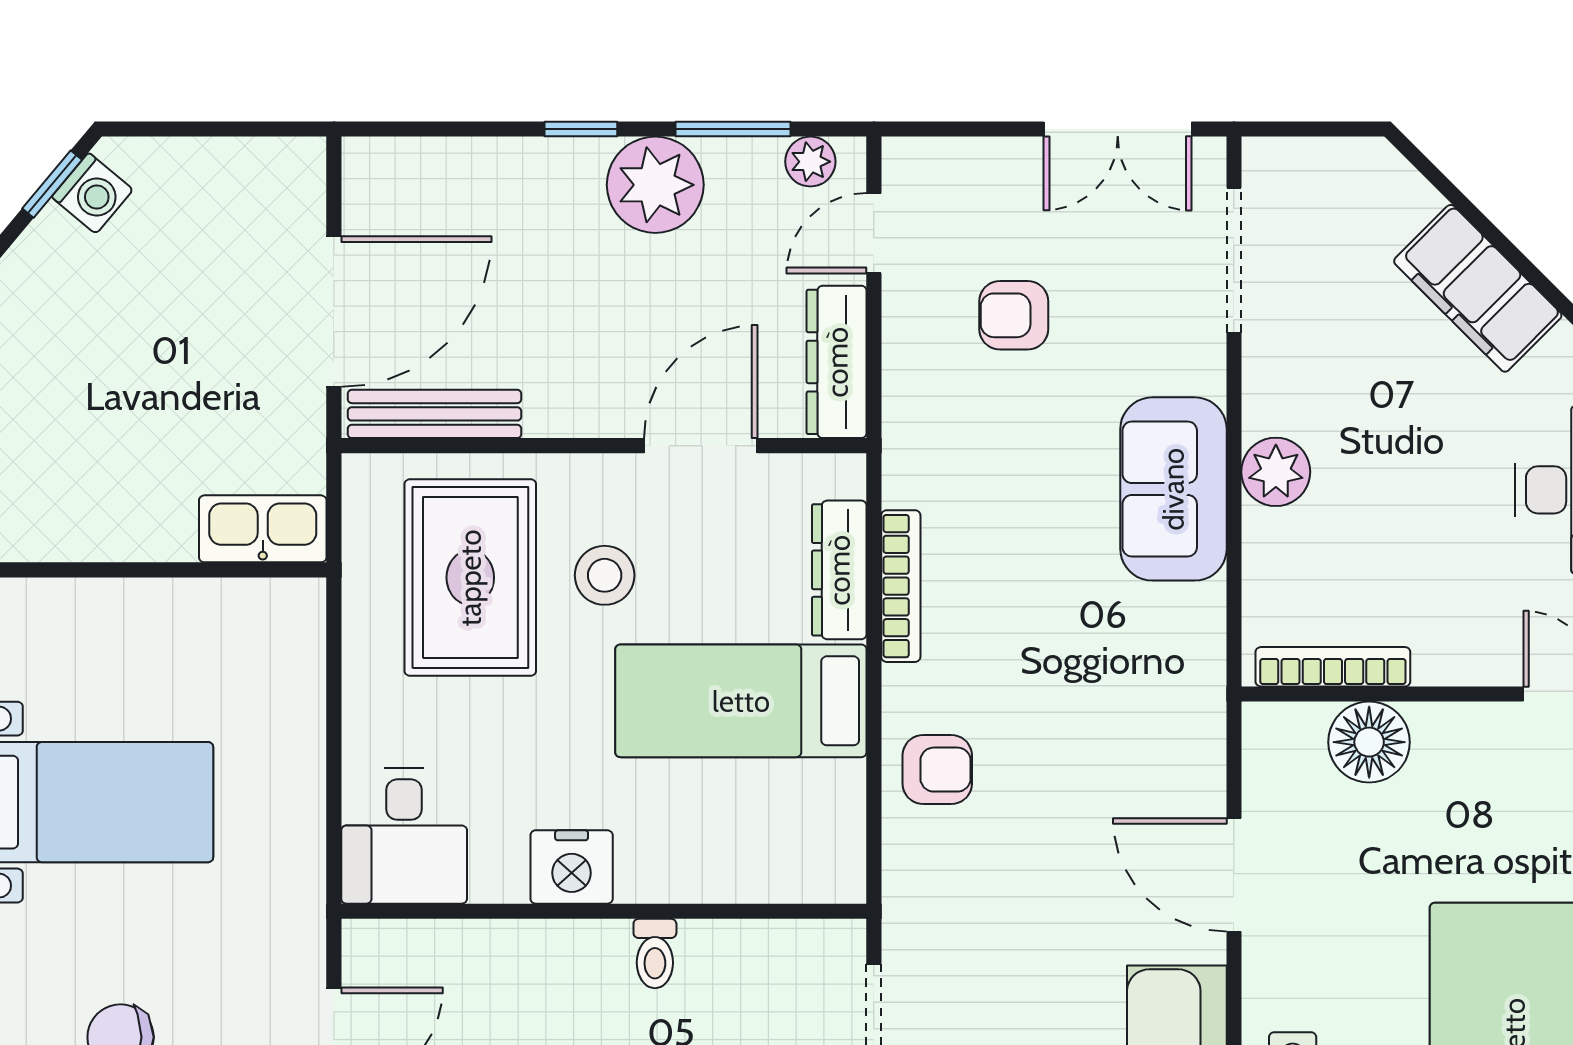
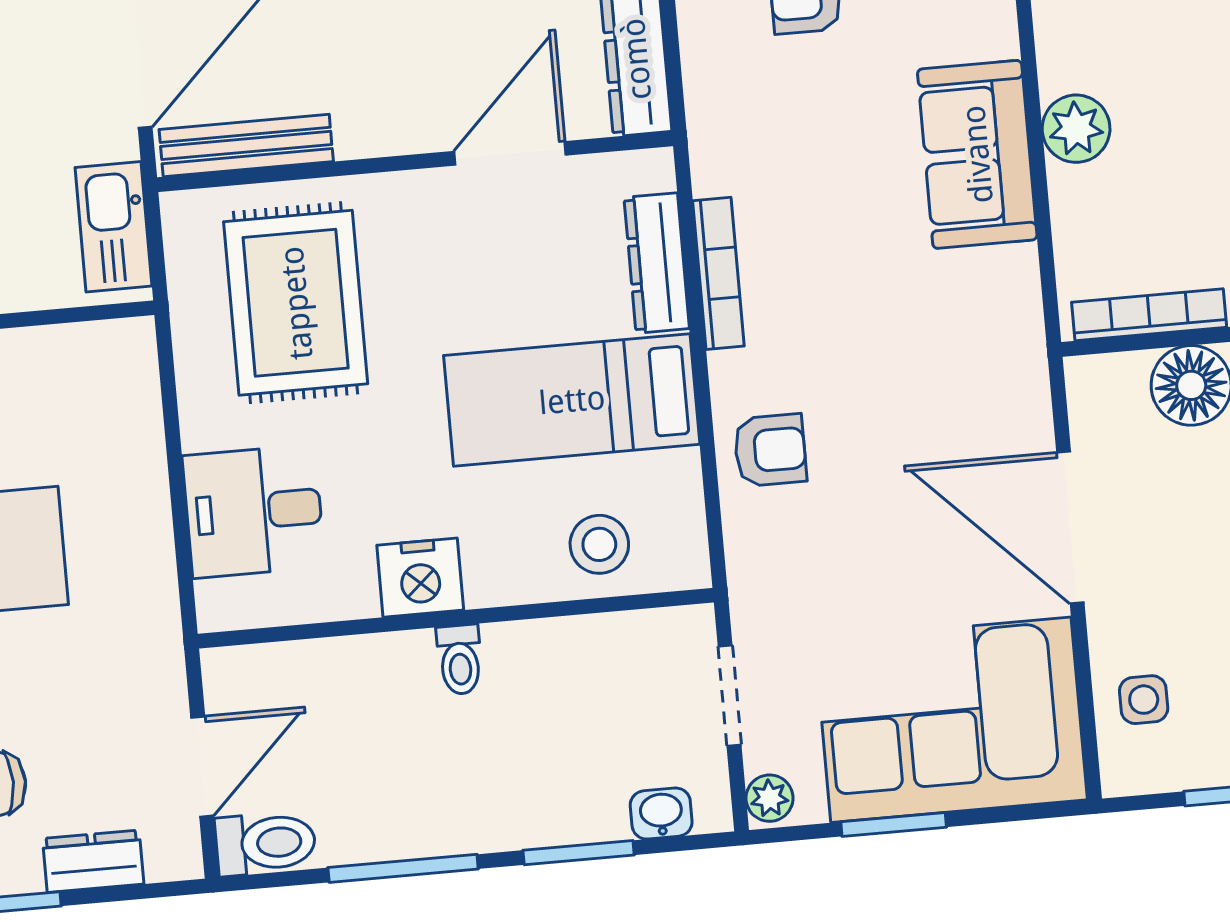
kitchen sink: (263, 529) -> (113, 227), moved, turned -90
stool: (605, 575) -> (599, 544), moved
desk: (404, 836) -> (254, 511), moved, turned 90
door: (1234, 875) -> (1070, 527), width x1.36
toilet: (655, 954) -> (460, 660), moved

